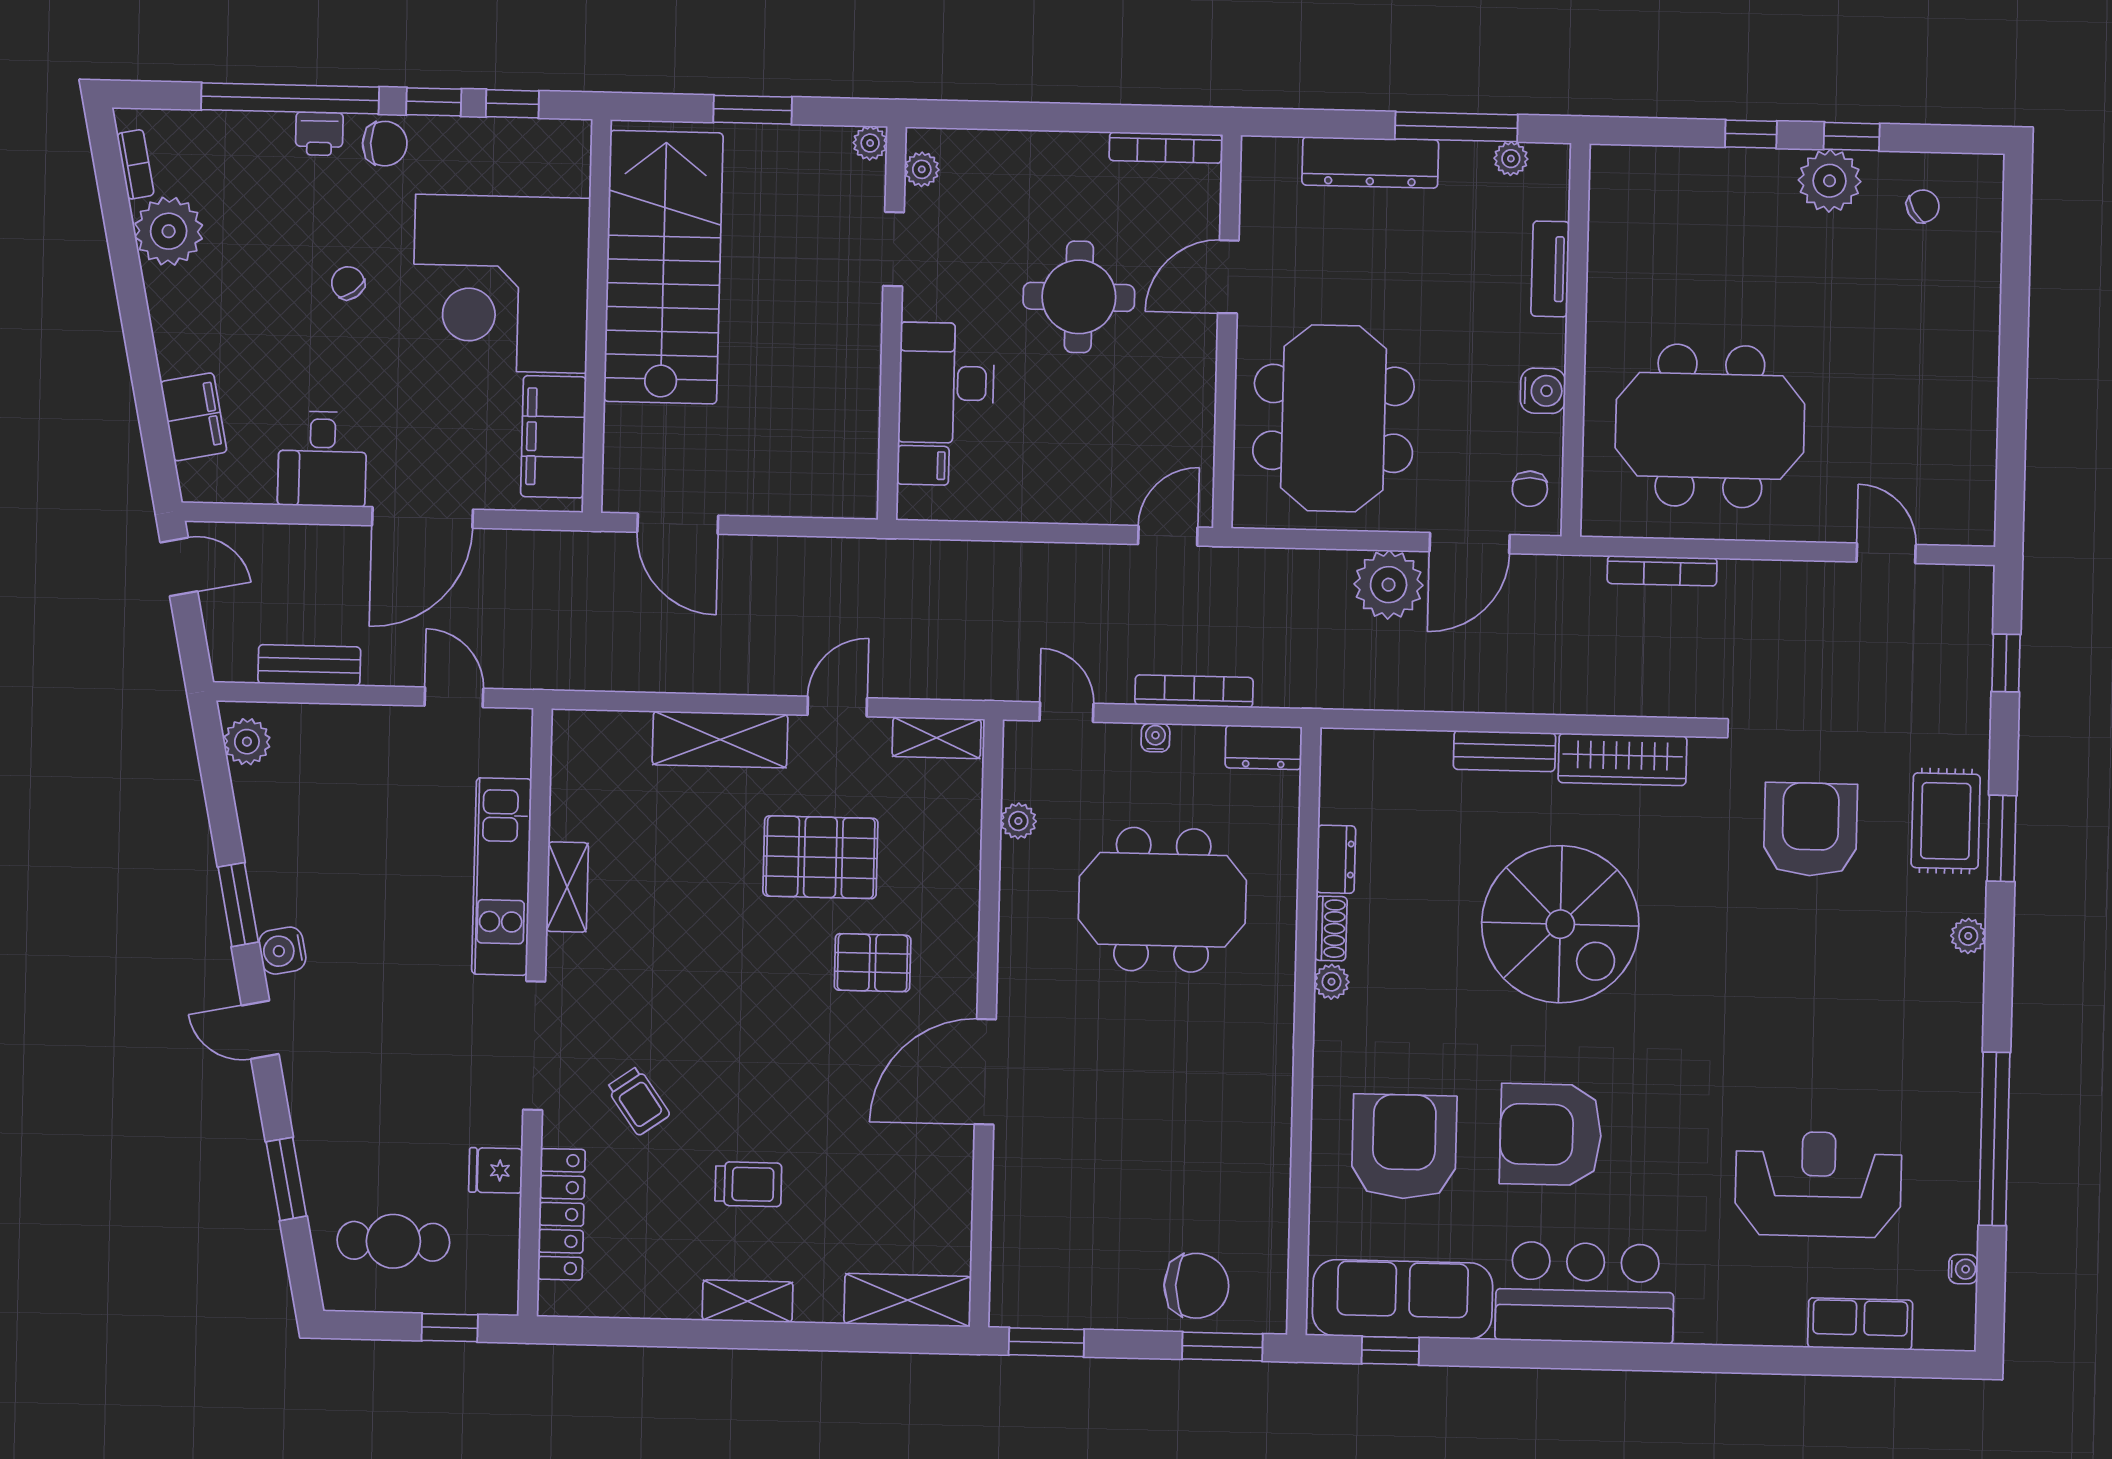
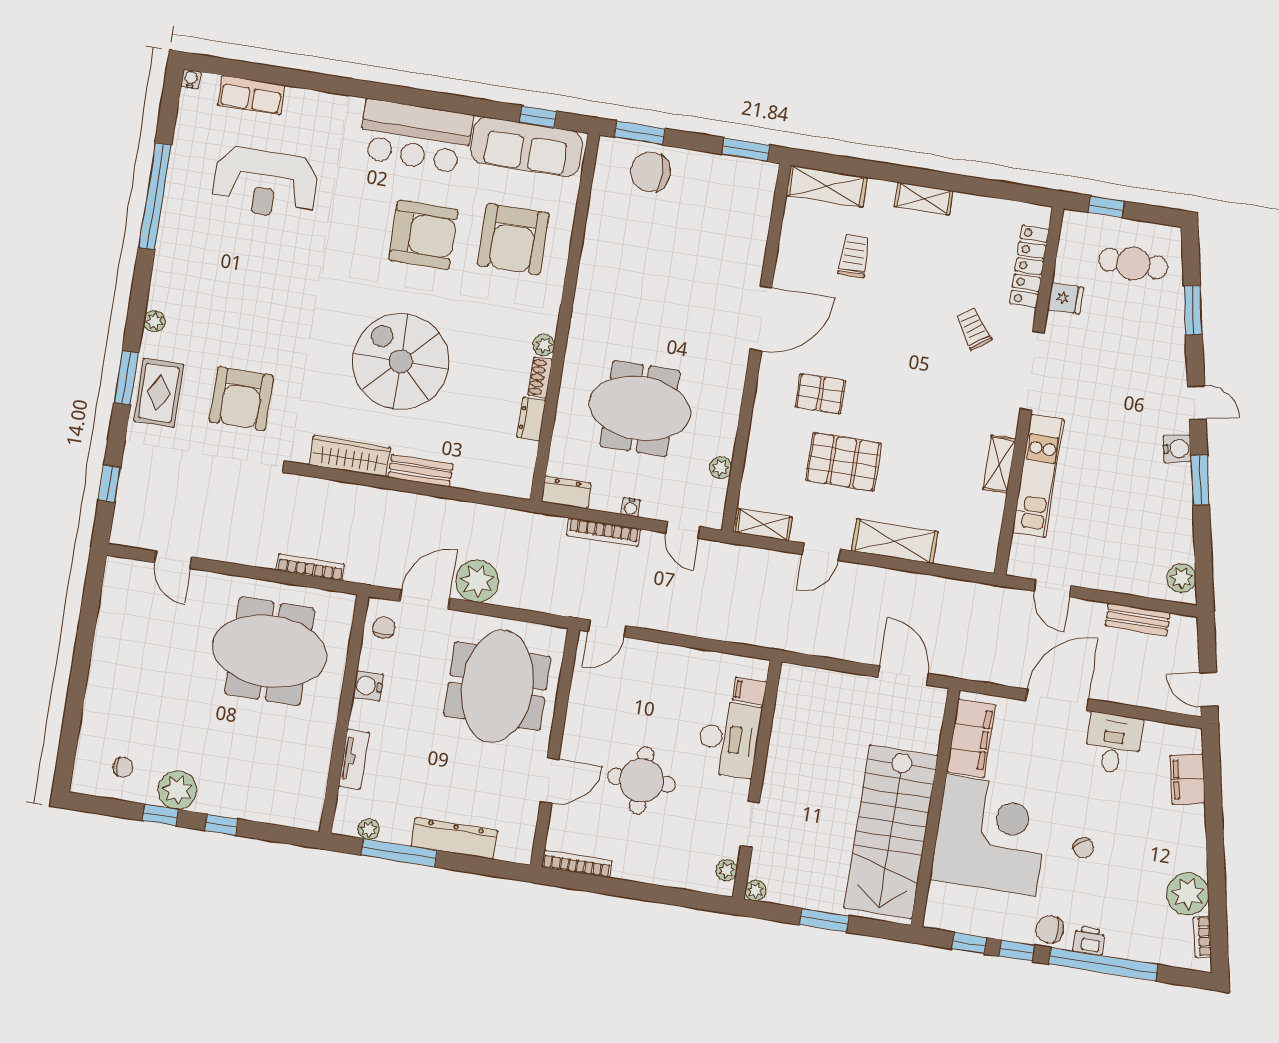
chair: (1923, 206) -> (123, 767), turned -149
trolley: (748, 1184) -> (854, 256), moved, turned 90
water cooler: (1963, 1269) -> (191, 79), moved, turned 90

